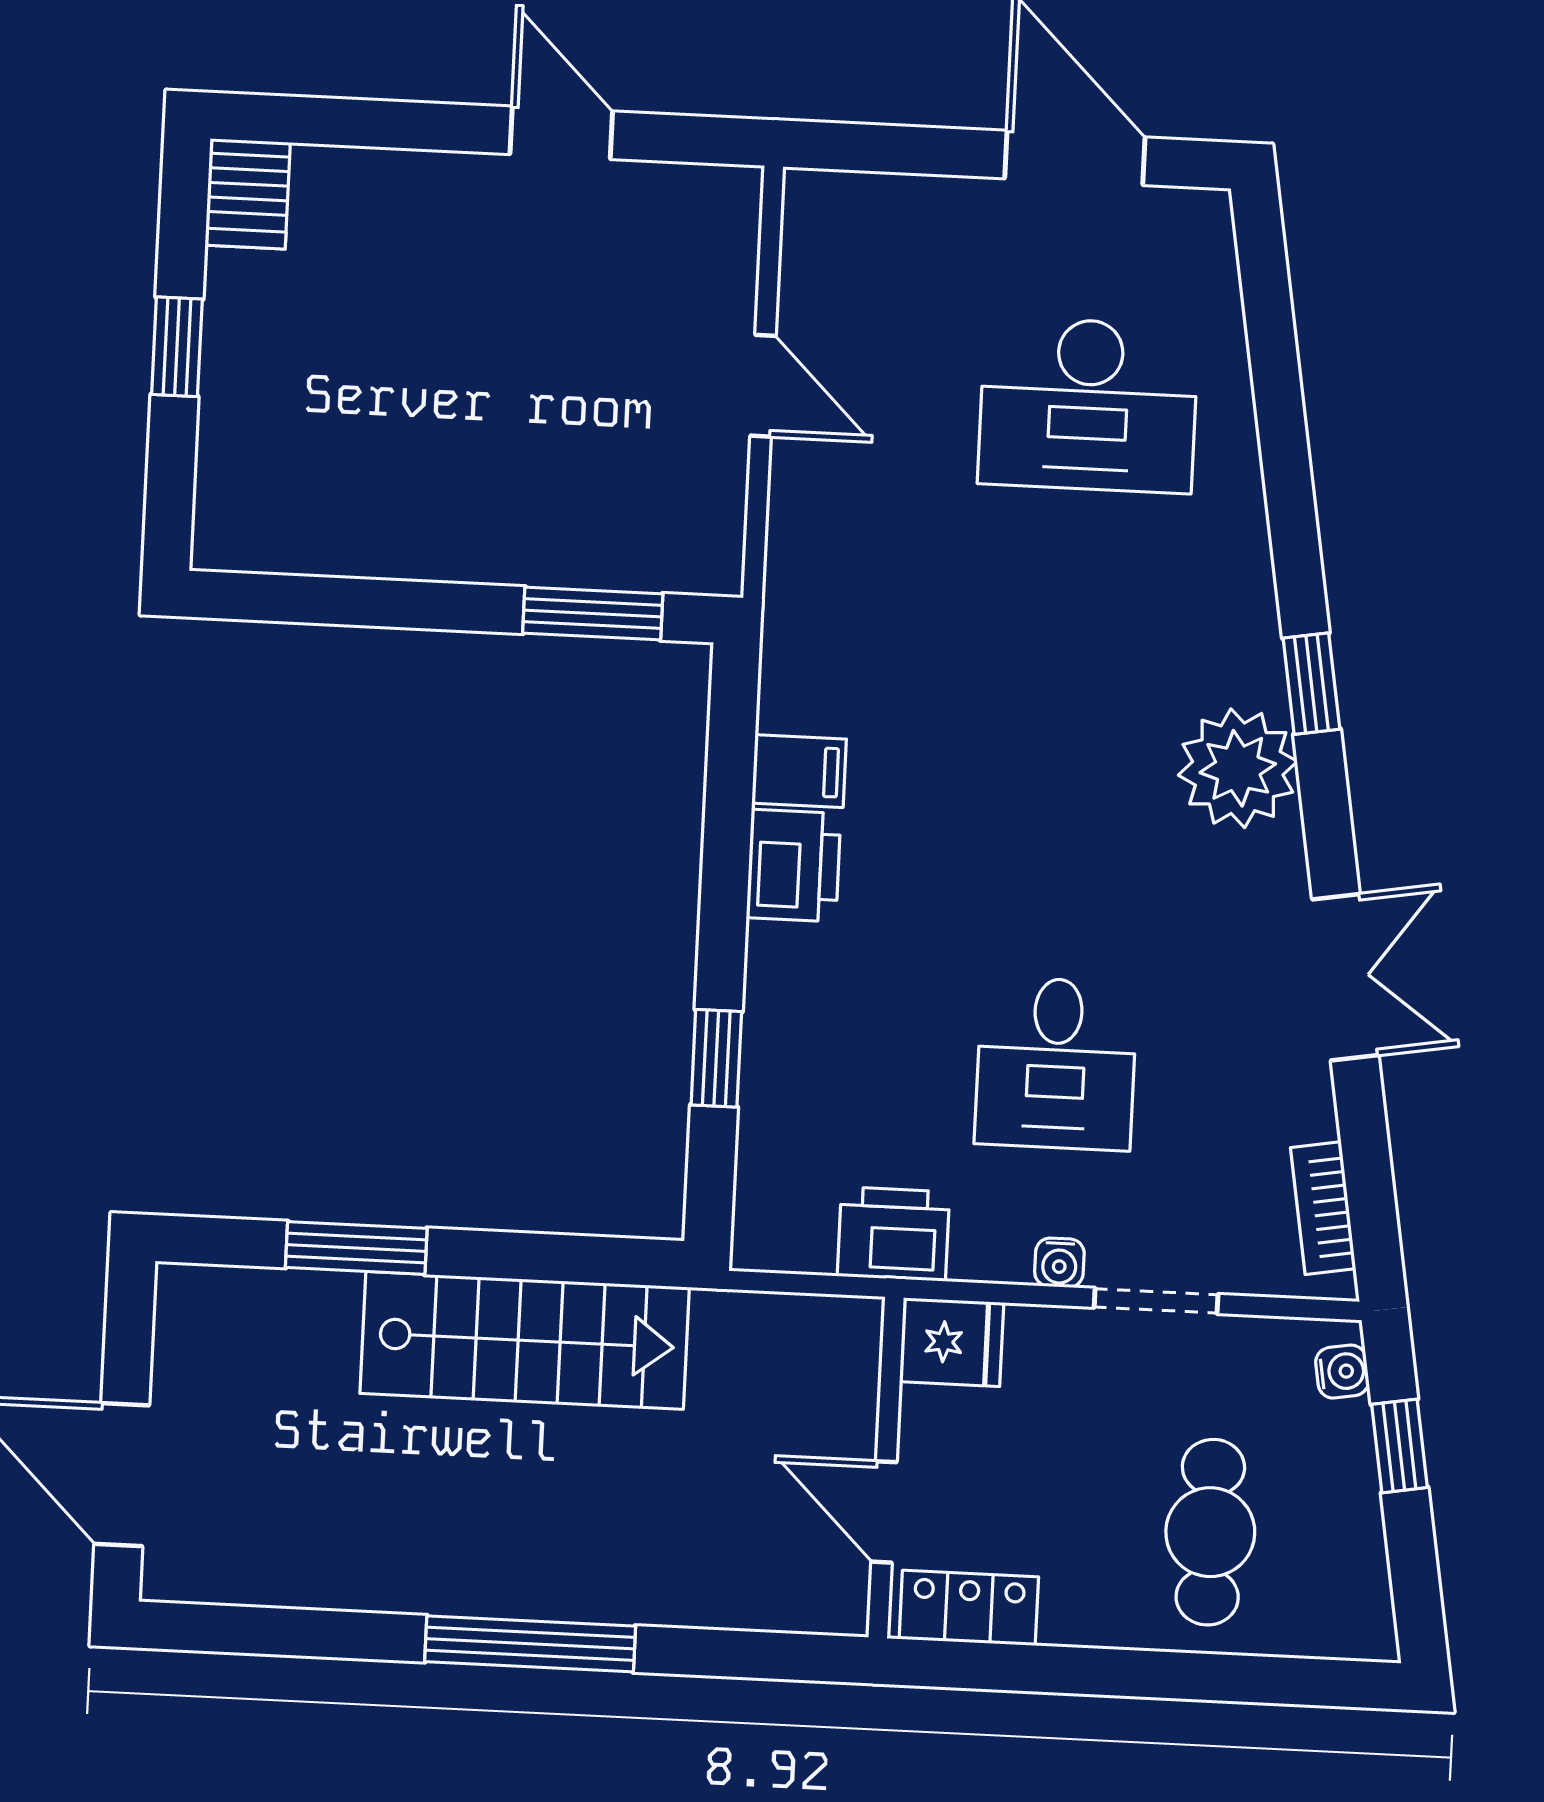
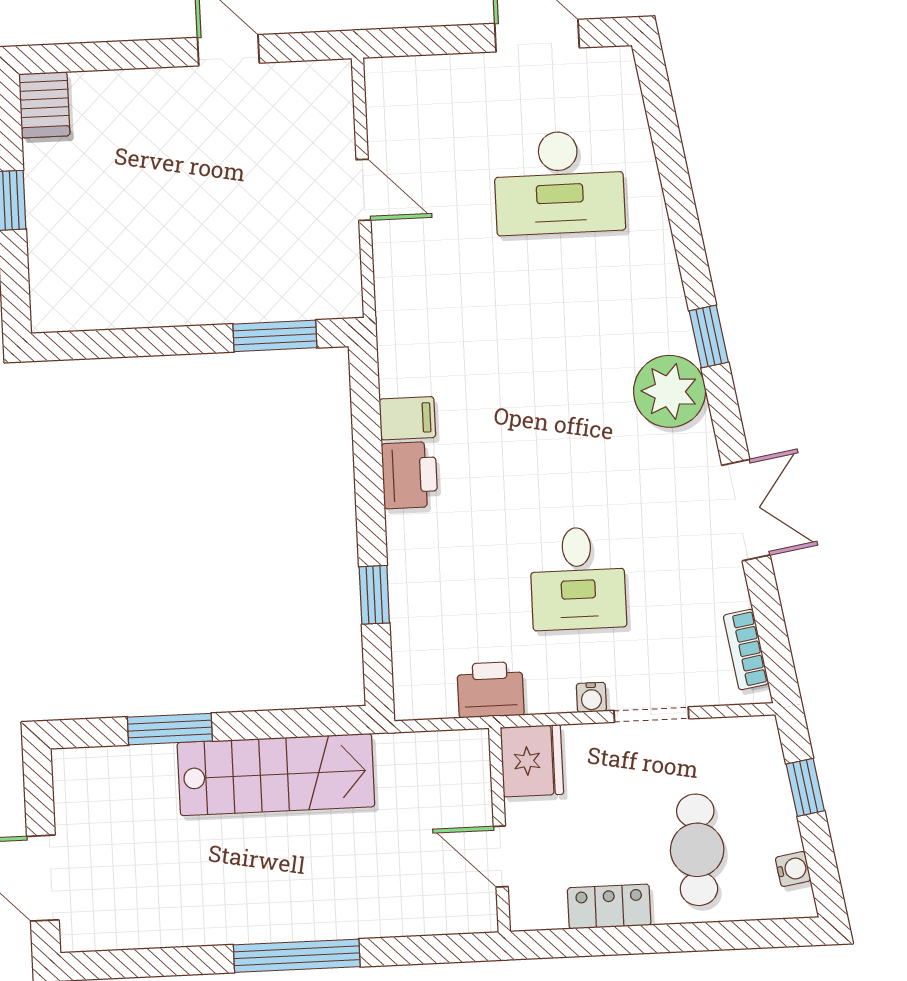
fridge: (952, 1342) -> (532, 761), width x1.38
water cooler: (1342, 1372) -> (793, 869), moved
locker: (969, 1608) -> (609, 907), moved

